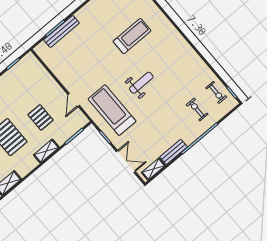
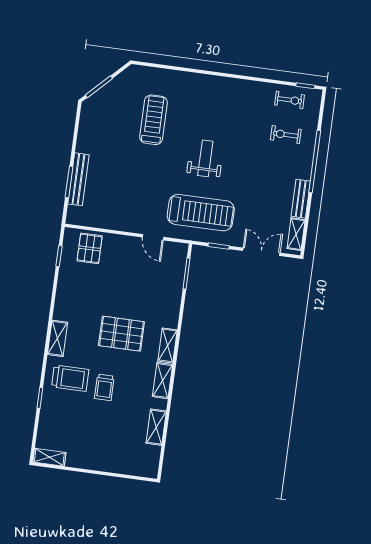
treadmill: (112, 110) -> (201, 213), turned 180
pallet: (40, 117) -> (90, 248), moved, turned 90
shelving: (46, 151) -> (168, 345), moved

